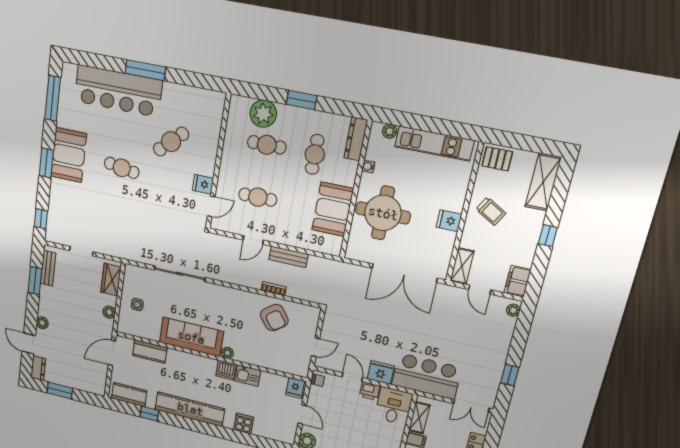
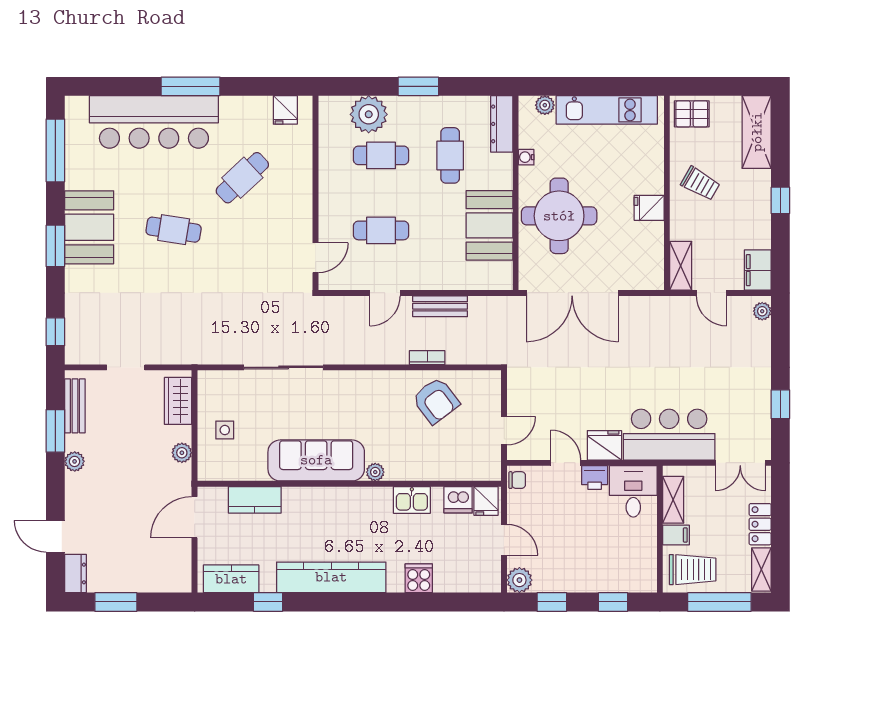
fridge: (203, 184) -> (285, 110), moved, turned -90
double door: (405, 273) -> (572, 293), moved
plant: (42, 323) -> (75, 461), moved
dishwasher: (226, 370) -> (458, 500), moved

